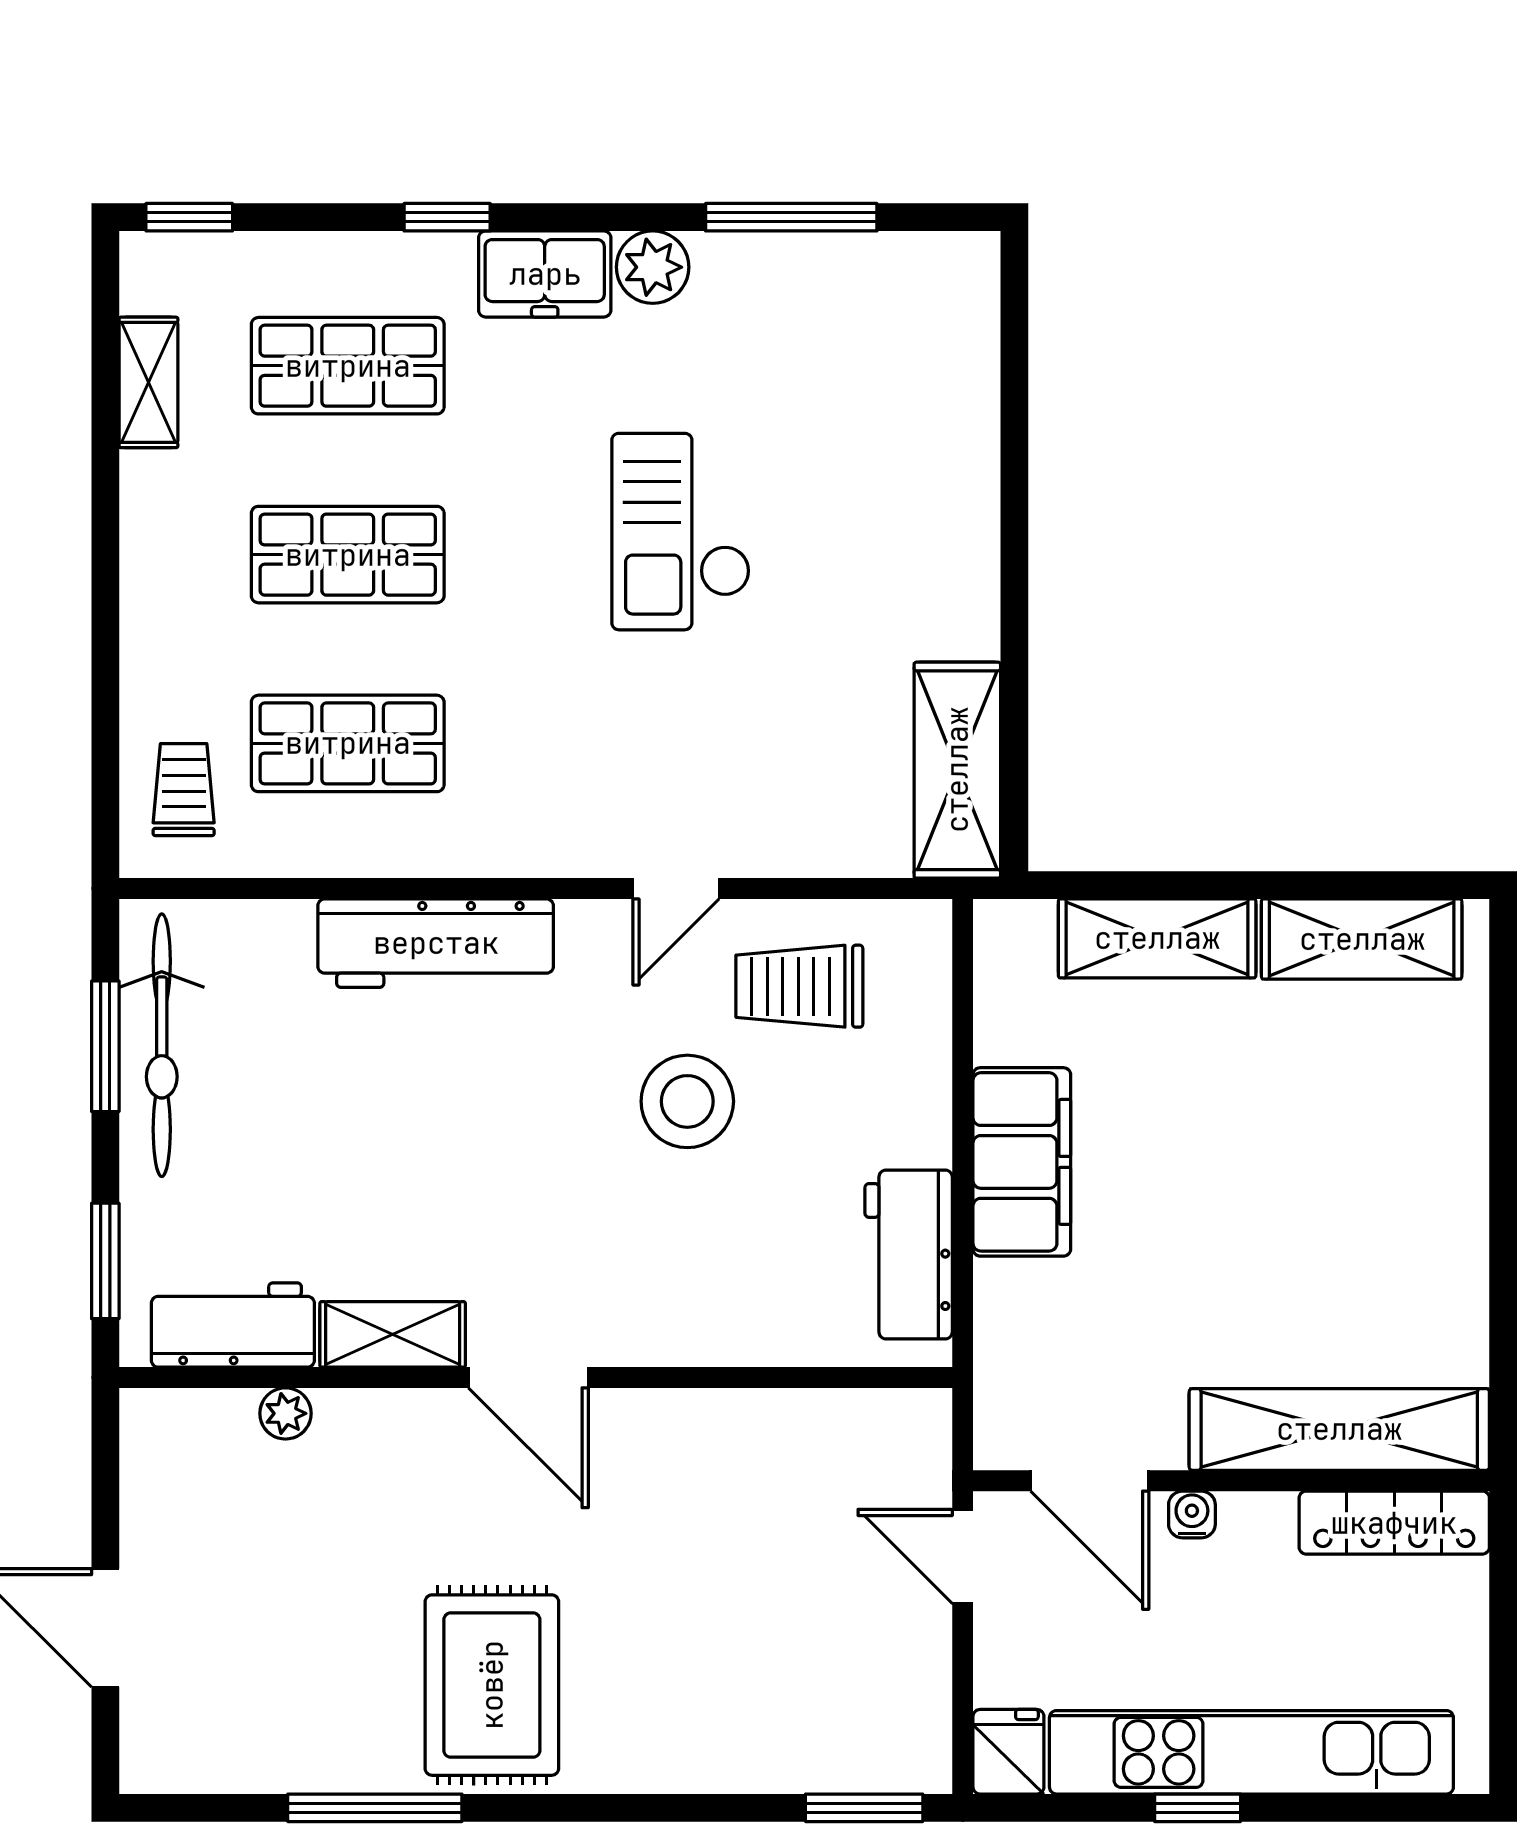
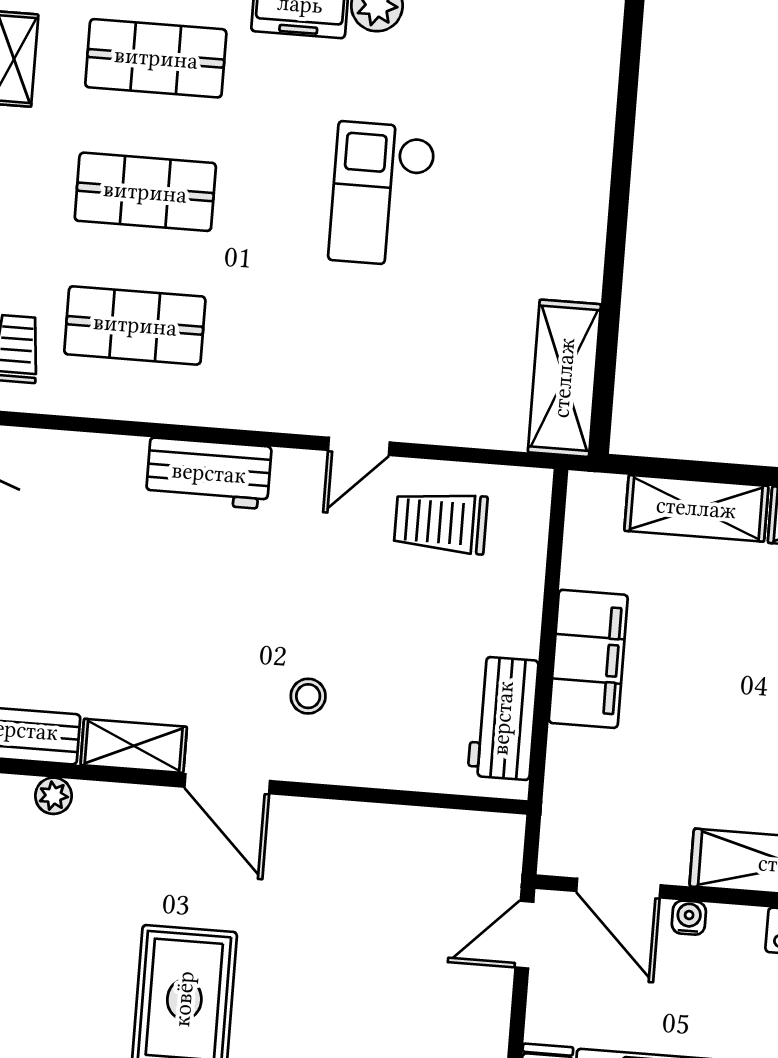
workbench: (436, 943) -> (209, 473), width x0.73
stool: (687, 1101) -> (308, 696), moved, width x0.53, depth x0.53
door: (963, 1556) -> (524, 935), hinge flipped

